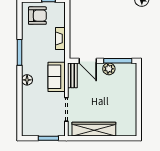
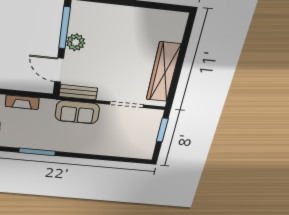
door: (88, 61) -> (59, 70), swing flipped
floor lamp: (27, 80) -> (76, 147), removed

